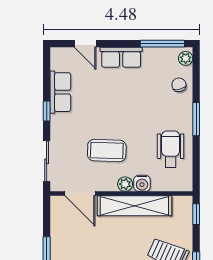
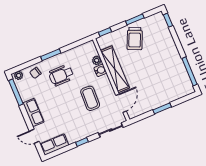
door: (85, 44) -> (34, 136), swing flipped
row of seats: (60, 92) -> (54, 144), moved
wheelchair: (171, 149) -> (61, 75), moved
plant: (125, 184) -> (97, 60), moved

